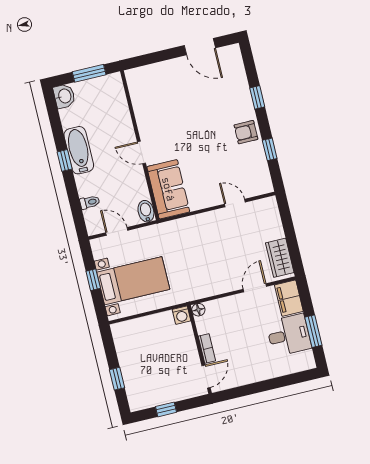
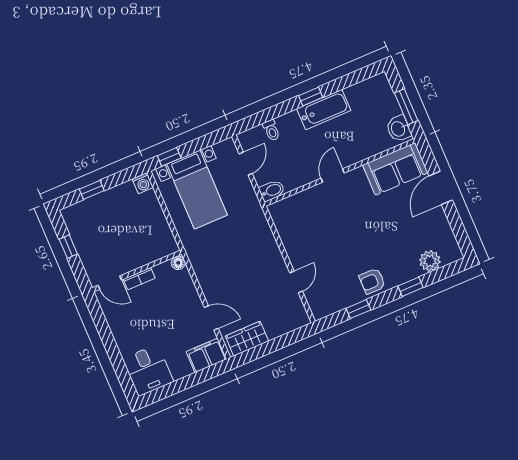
door: (200, 47) -> (441, 188), moved
plant: (236, 75) -> (430, 261), added
washbasin: (64, 96) -> (399, 129), moved, turned 90
armchair: (246, 132) -> (372, 281), turned -90
sofa: (168, 189) -> (395, 169), moved
window: (93, 280) -> (169, 157), moved
washing machine: (182, 315) -> (143, 183), moved, turned -90
window: (313, 331) -> (176, 387), removed
desk: (289, 335) -> (148, 370), moved

